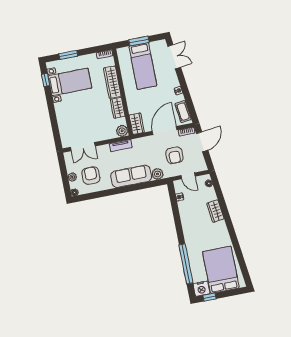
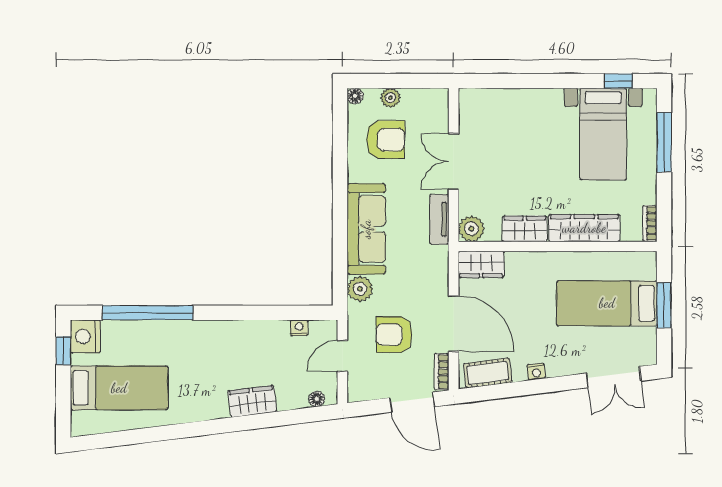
window: (68, 55) -> (664, 142), width x1.44
double door: (83, 147) -> (454, 161), moved
bed: (221, 270) -> (119, 388), width x0.67

